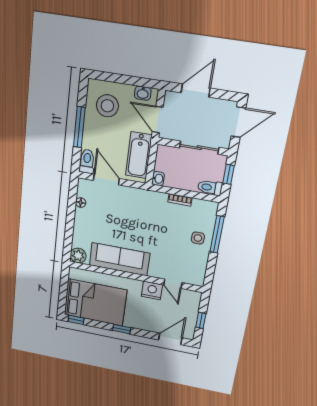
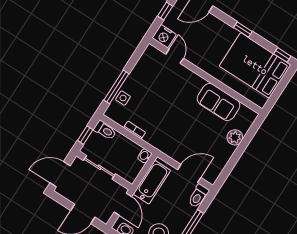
door: (106, 180) -> (189, 174), swing flipped
floor lamp: (81, 203) -> (222, 163), removed
side table: (198, 238) -> (123, 98), moved
plant: (78, 256) -> (235, 137), moved
sofa: (119, 259) -> (218, 102), width x0.73
nightstand: (152, 290) -> (164, 36), moved

